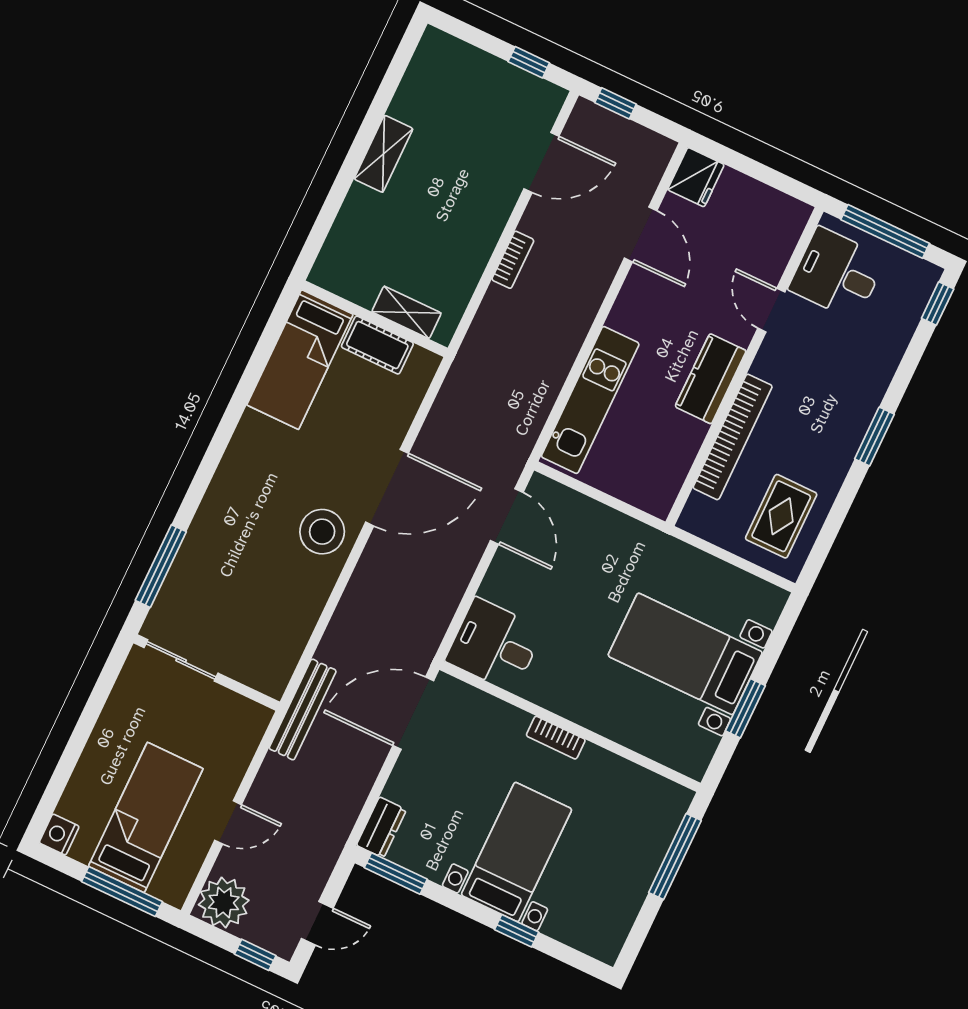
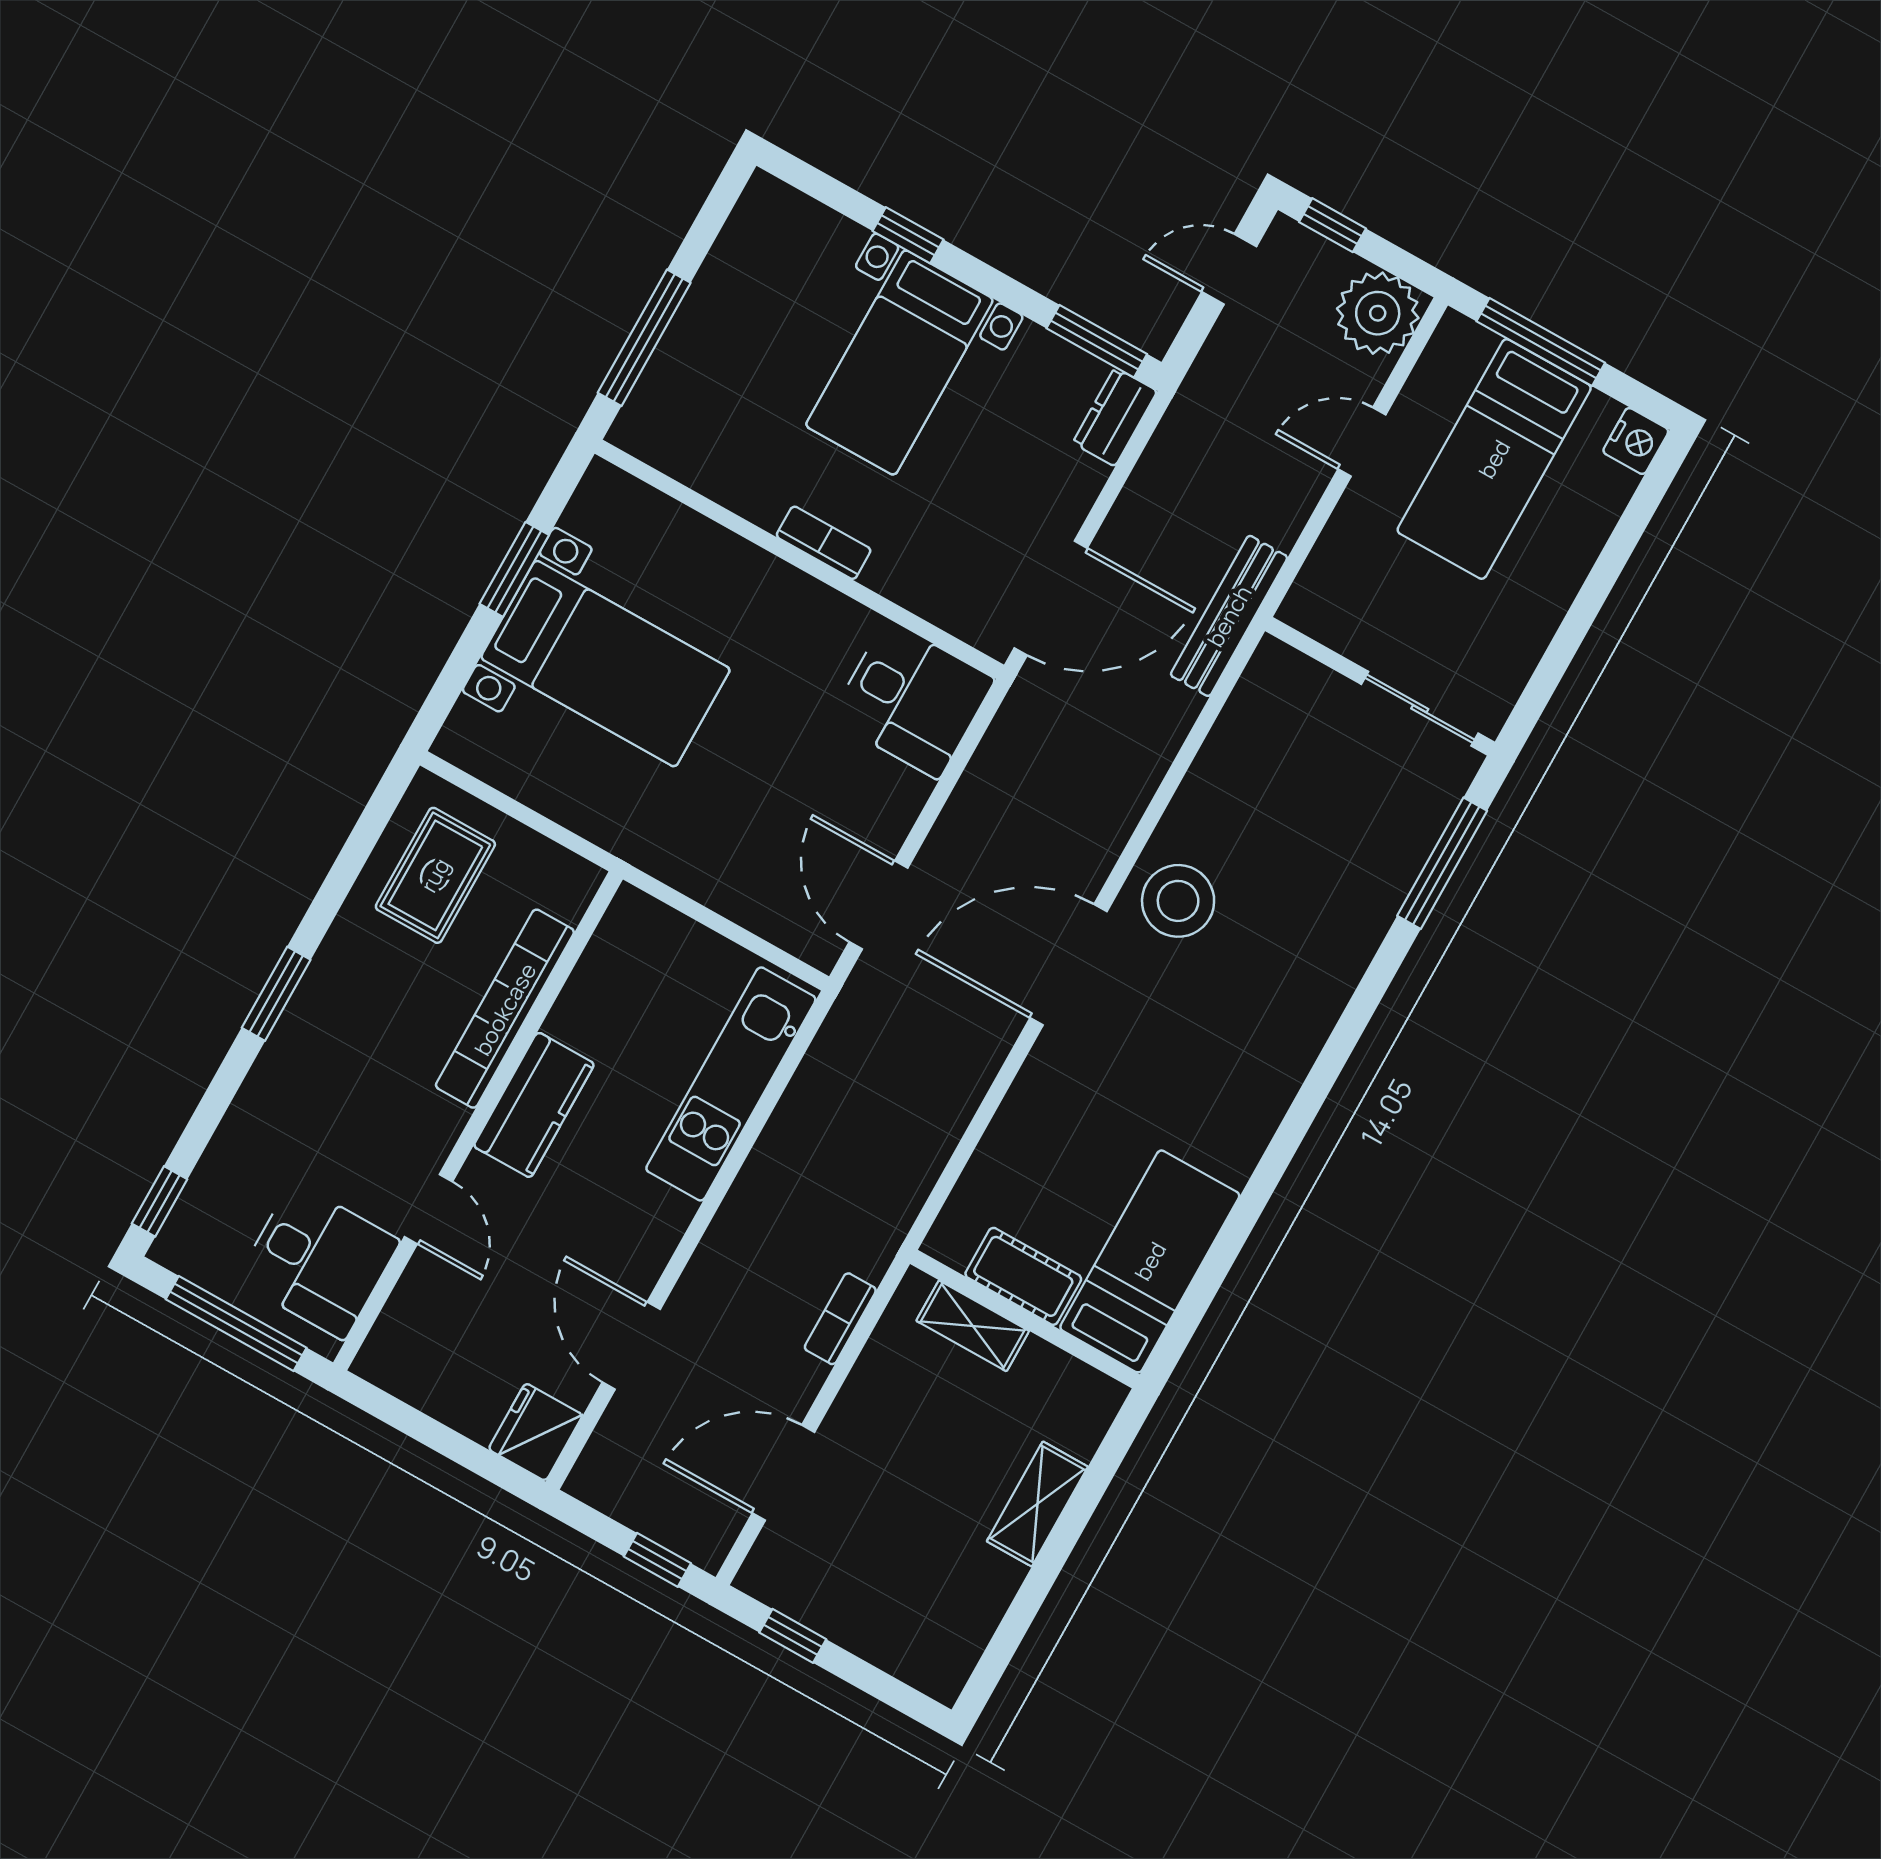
shelving: (406, 312) -> (973, 1326), moved
wall: (375, 319) -> (1025, 1319), moved
cot: (377, 345) -> (1023, 1276), moved
bed: (300, 360) -> (1150, 1261), moved

